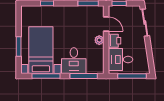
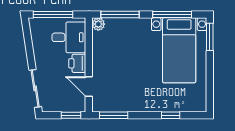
plant: (99, 40) -> (98, 24), moved
window: (19, 46) -> (210, 37), moved
desk: (74, 61) -> (133, 36), removed

